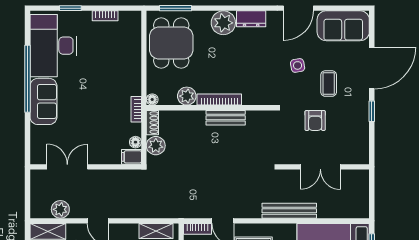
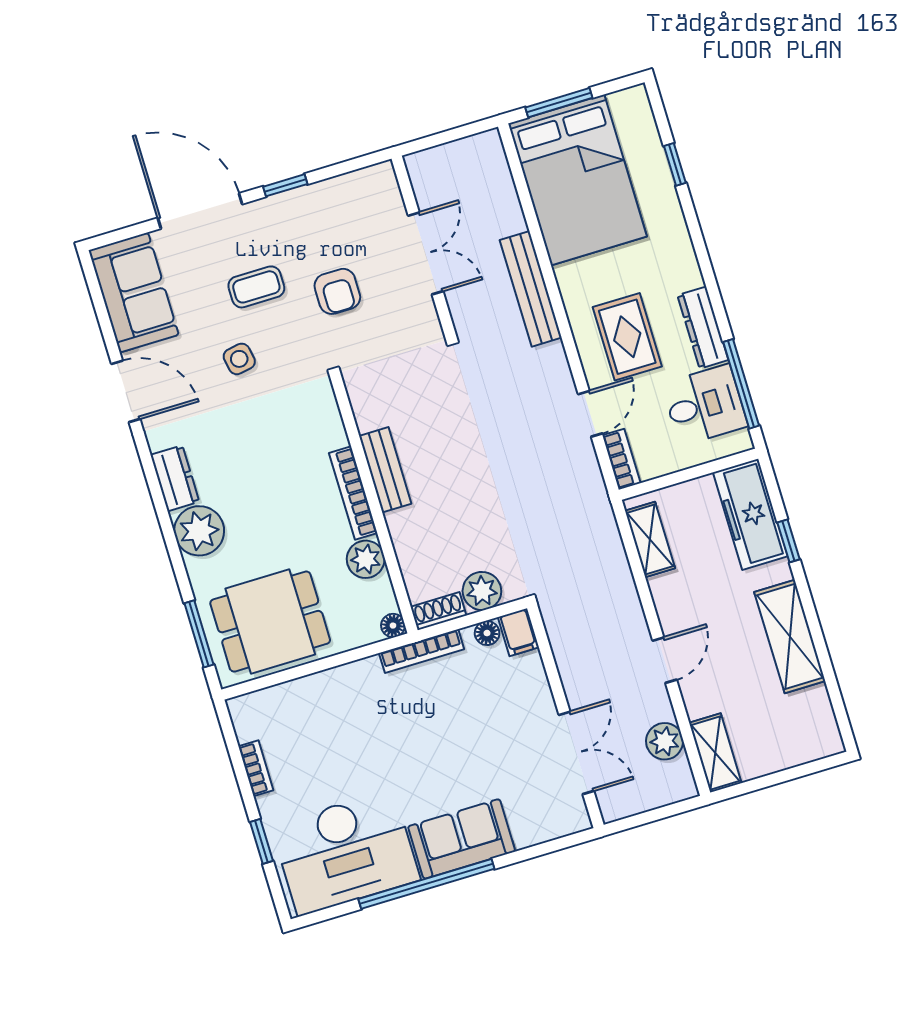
bookcase: (136, 109) -> (422, 651), width x1.56
armchair: (315, 121) -> (337, 291), turned 90
double door: (67, 167) -> (576, 753), swing flipped

